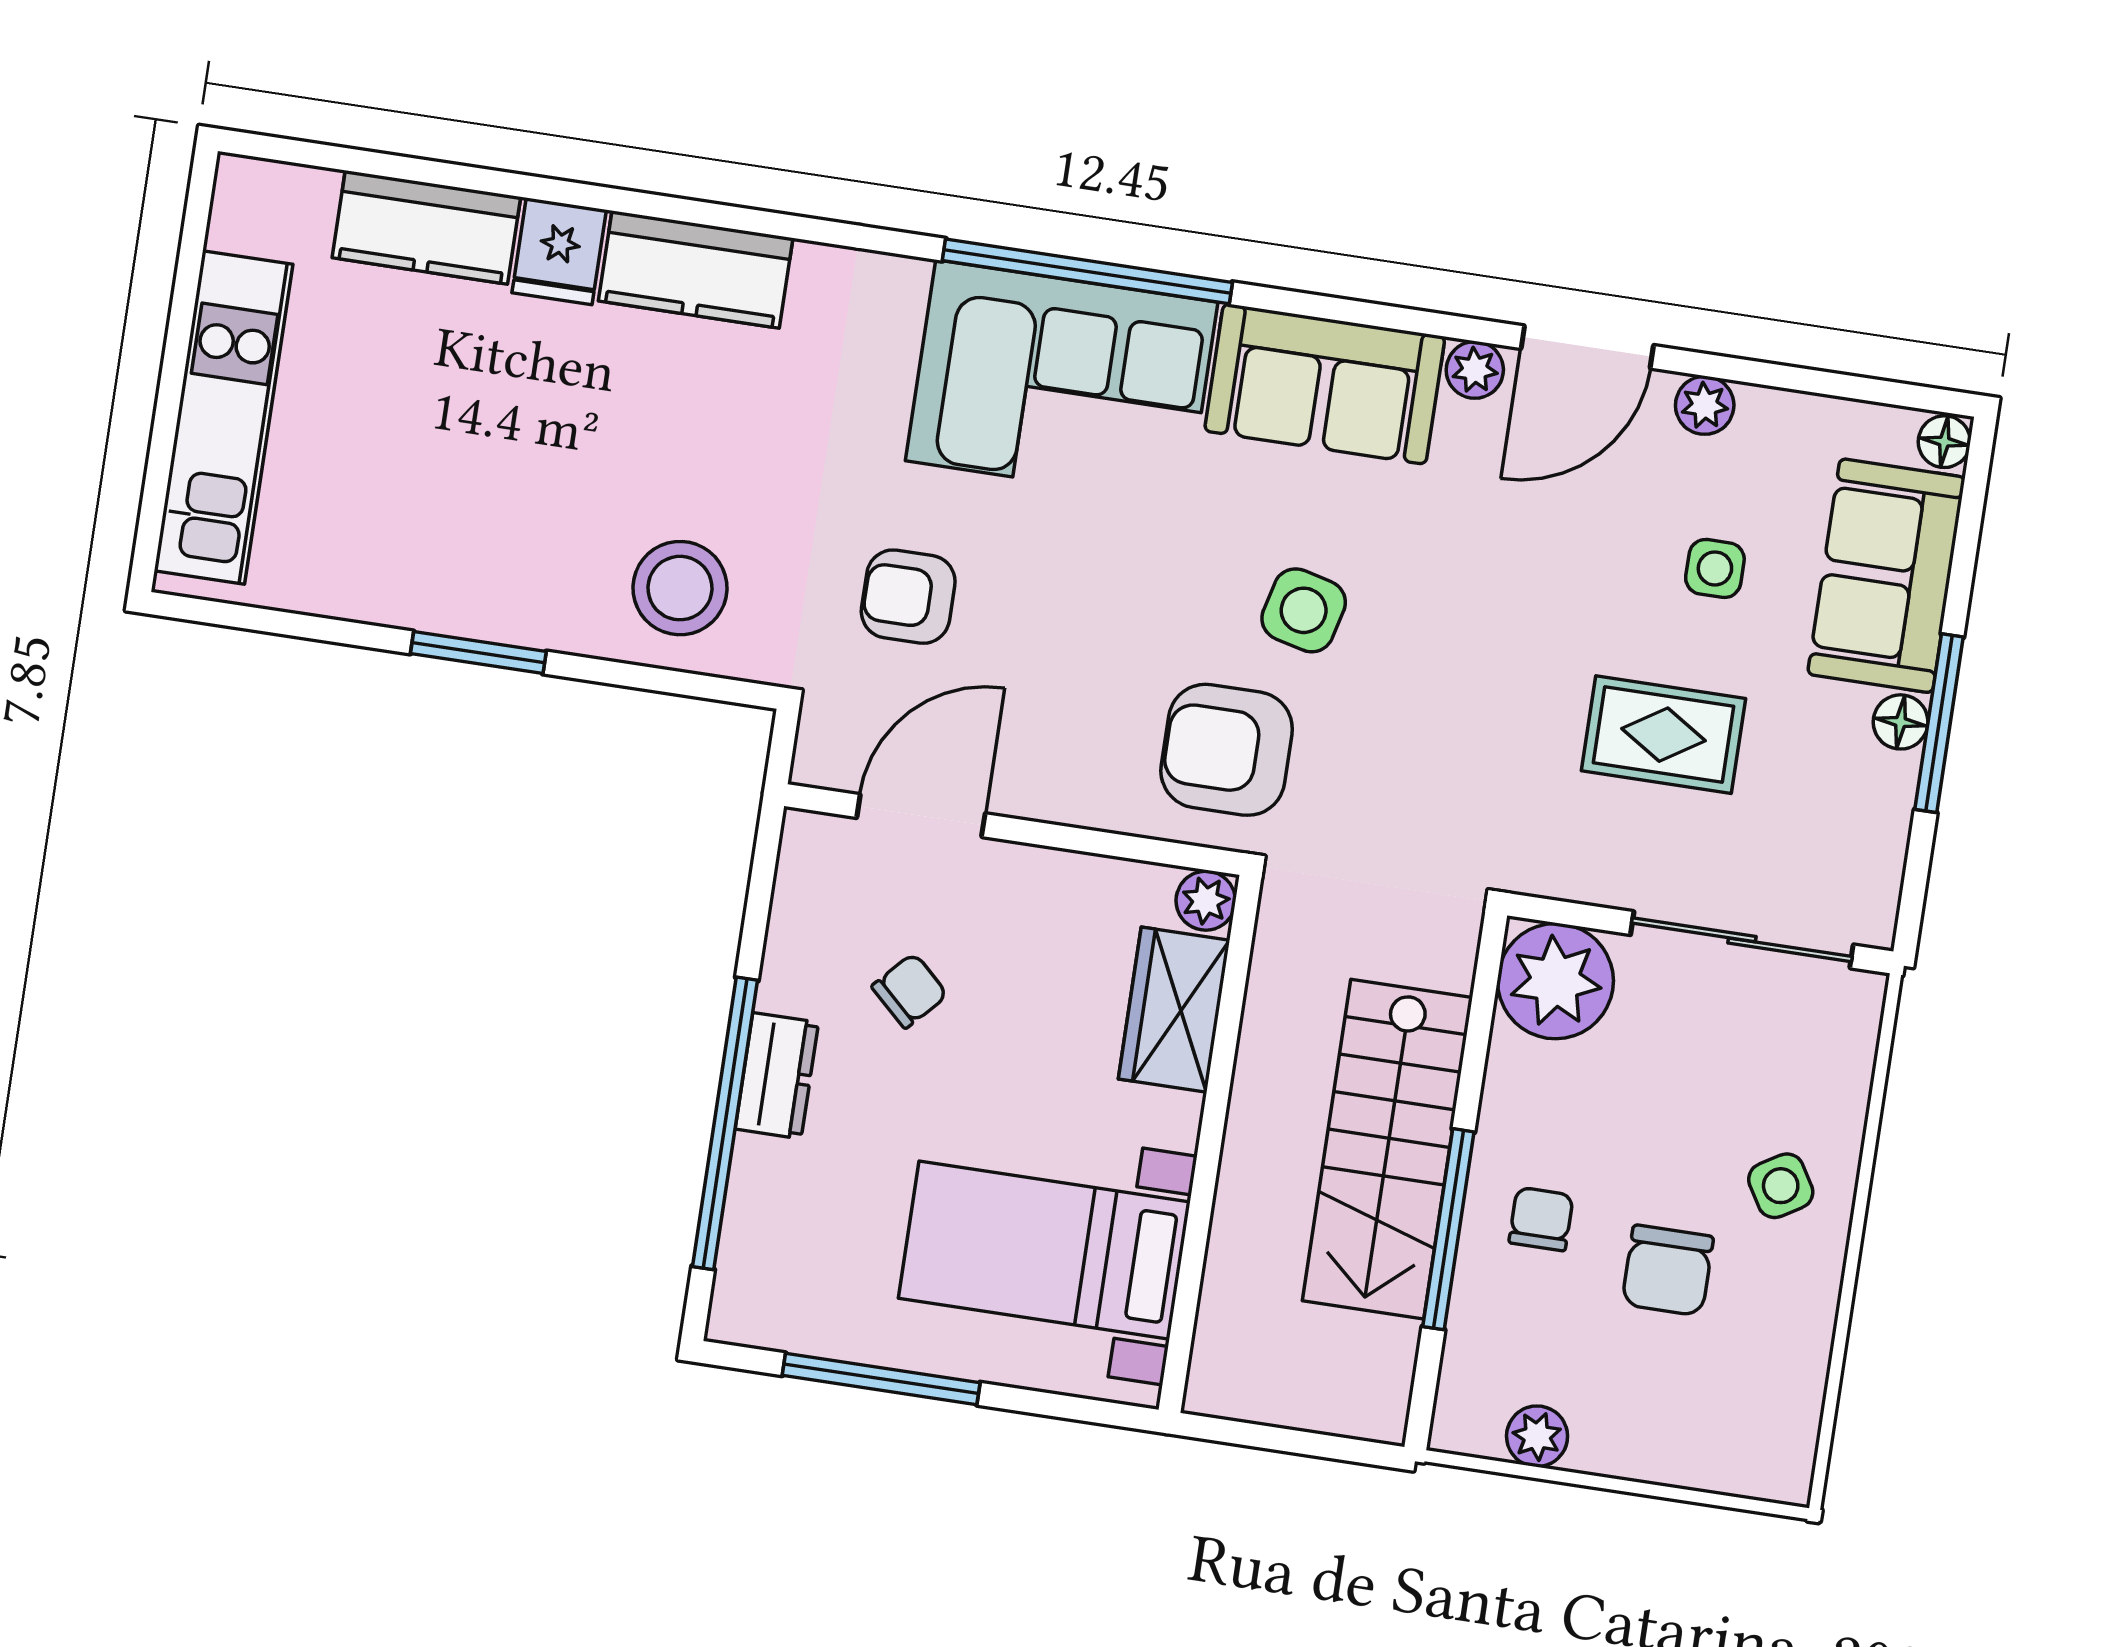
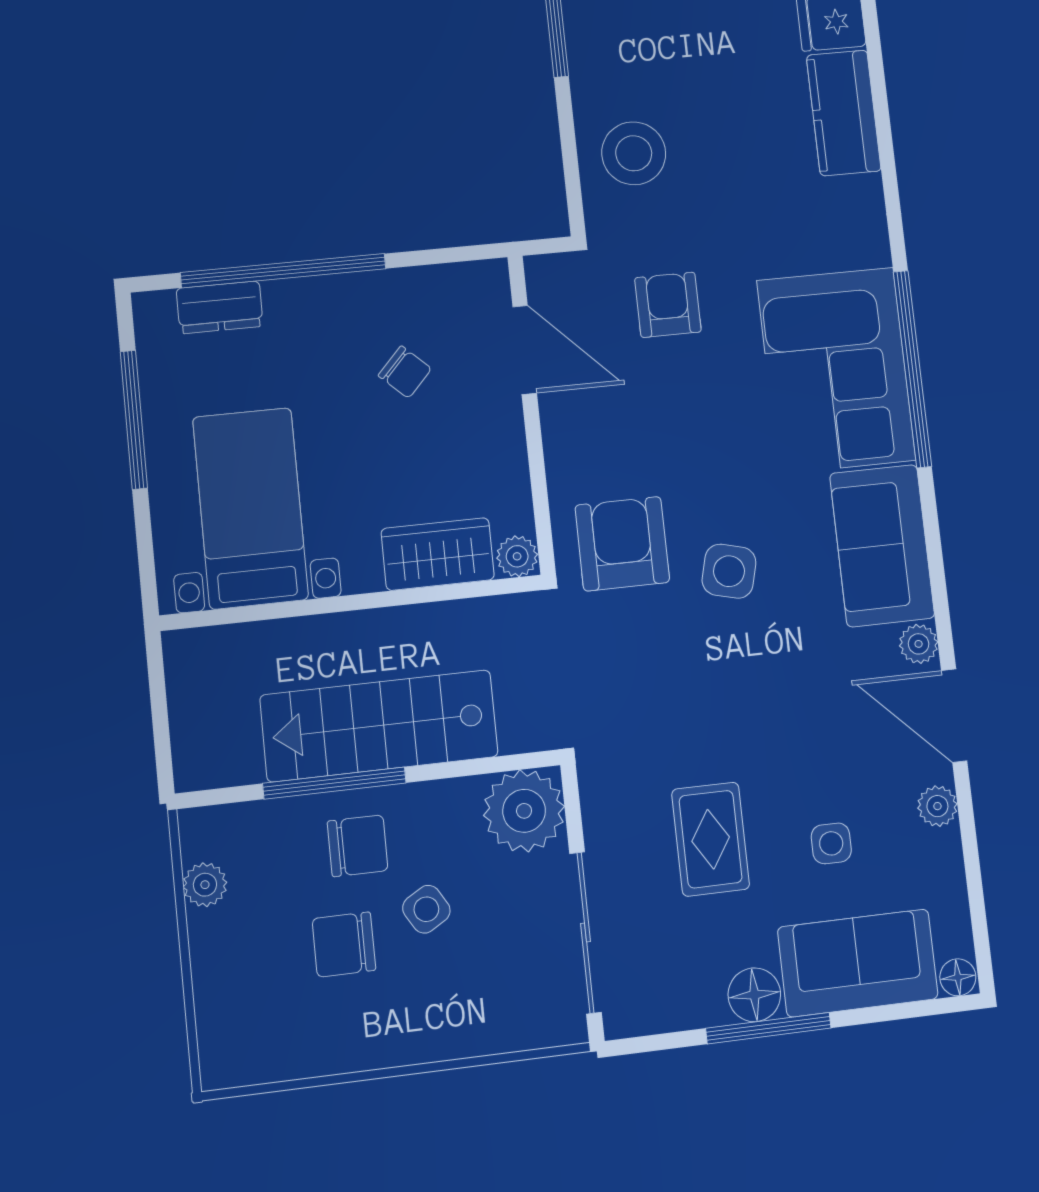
floor lamp: (1901, 722) -> (754, 995), width x1.37, depth x1.37
dresser: (777, 1076) -> (220, 307), moved
side table: (1781, 1186) -> (426, 909), moved
chair: (1541, 1219) -> (358, 846), width x1.37, depth x1.37

